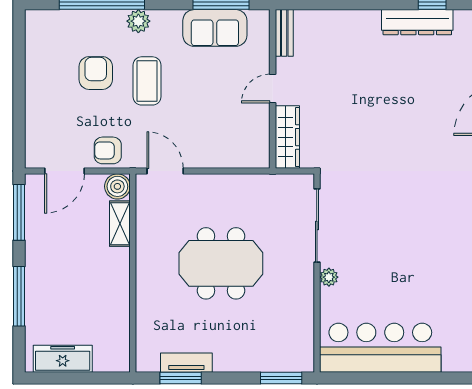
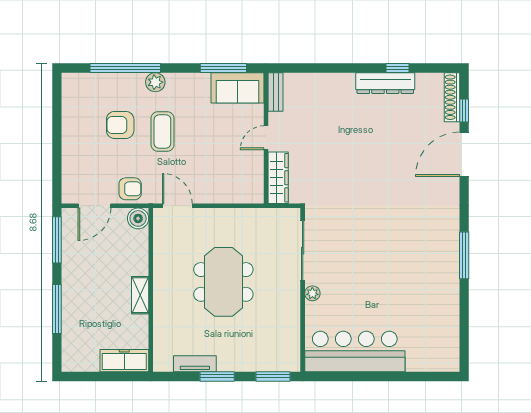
sofa: (215, 28) -> (237, 88), moved
armchair: (96, 73) -> (120, 125), turned -90
armchair: (108, 150) -> (130, 189), turned 180
shelving: (120, 224) -> (140, 295), moved
meeting table: (221, 263) -> (223, 282), turned 90
freezer: (63, 359) -> (124, 361), moved
window: (181, 378) -> (217, 376), moved

